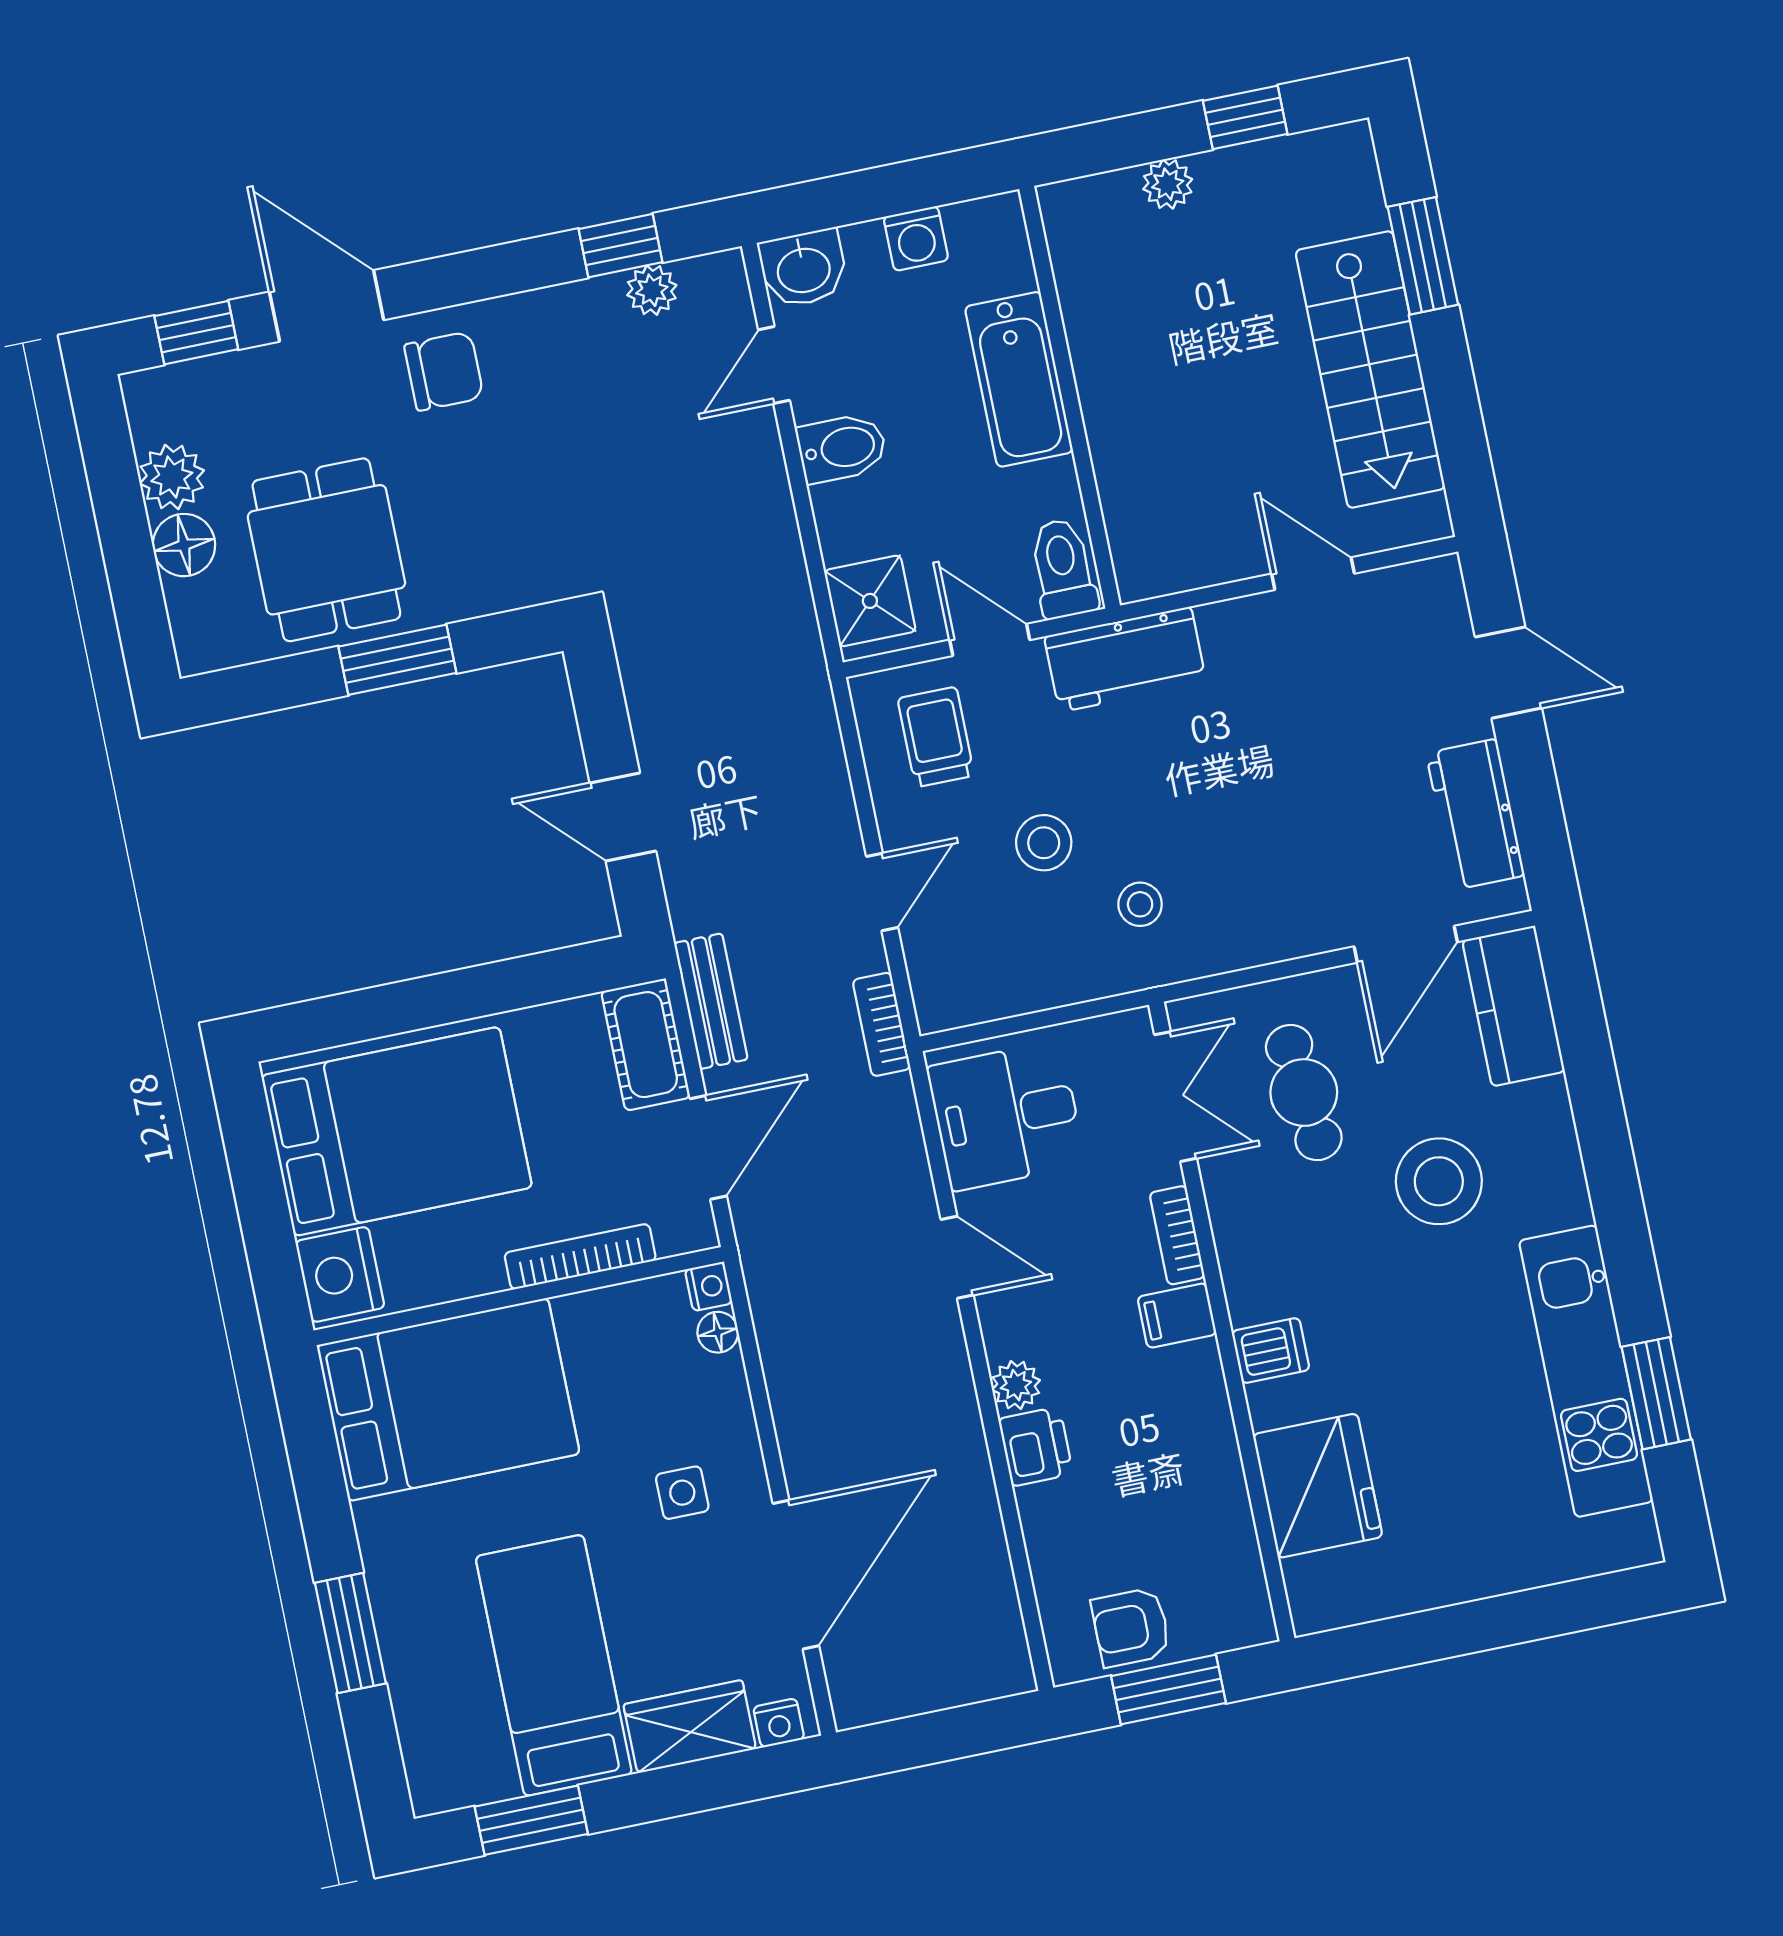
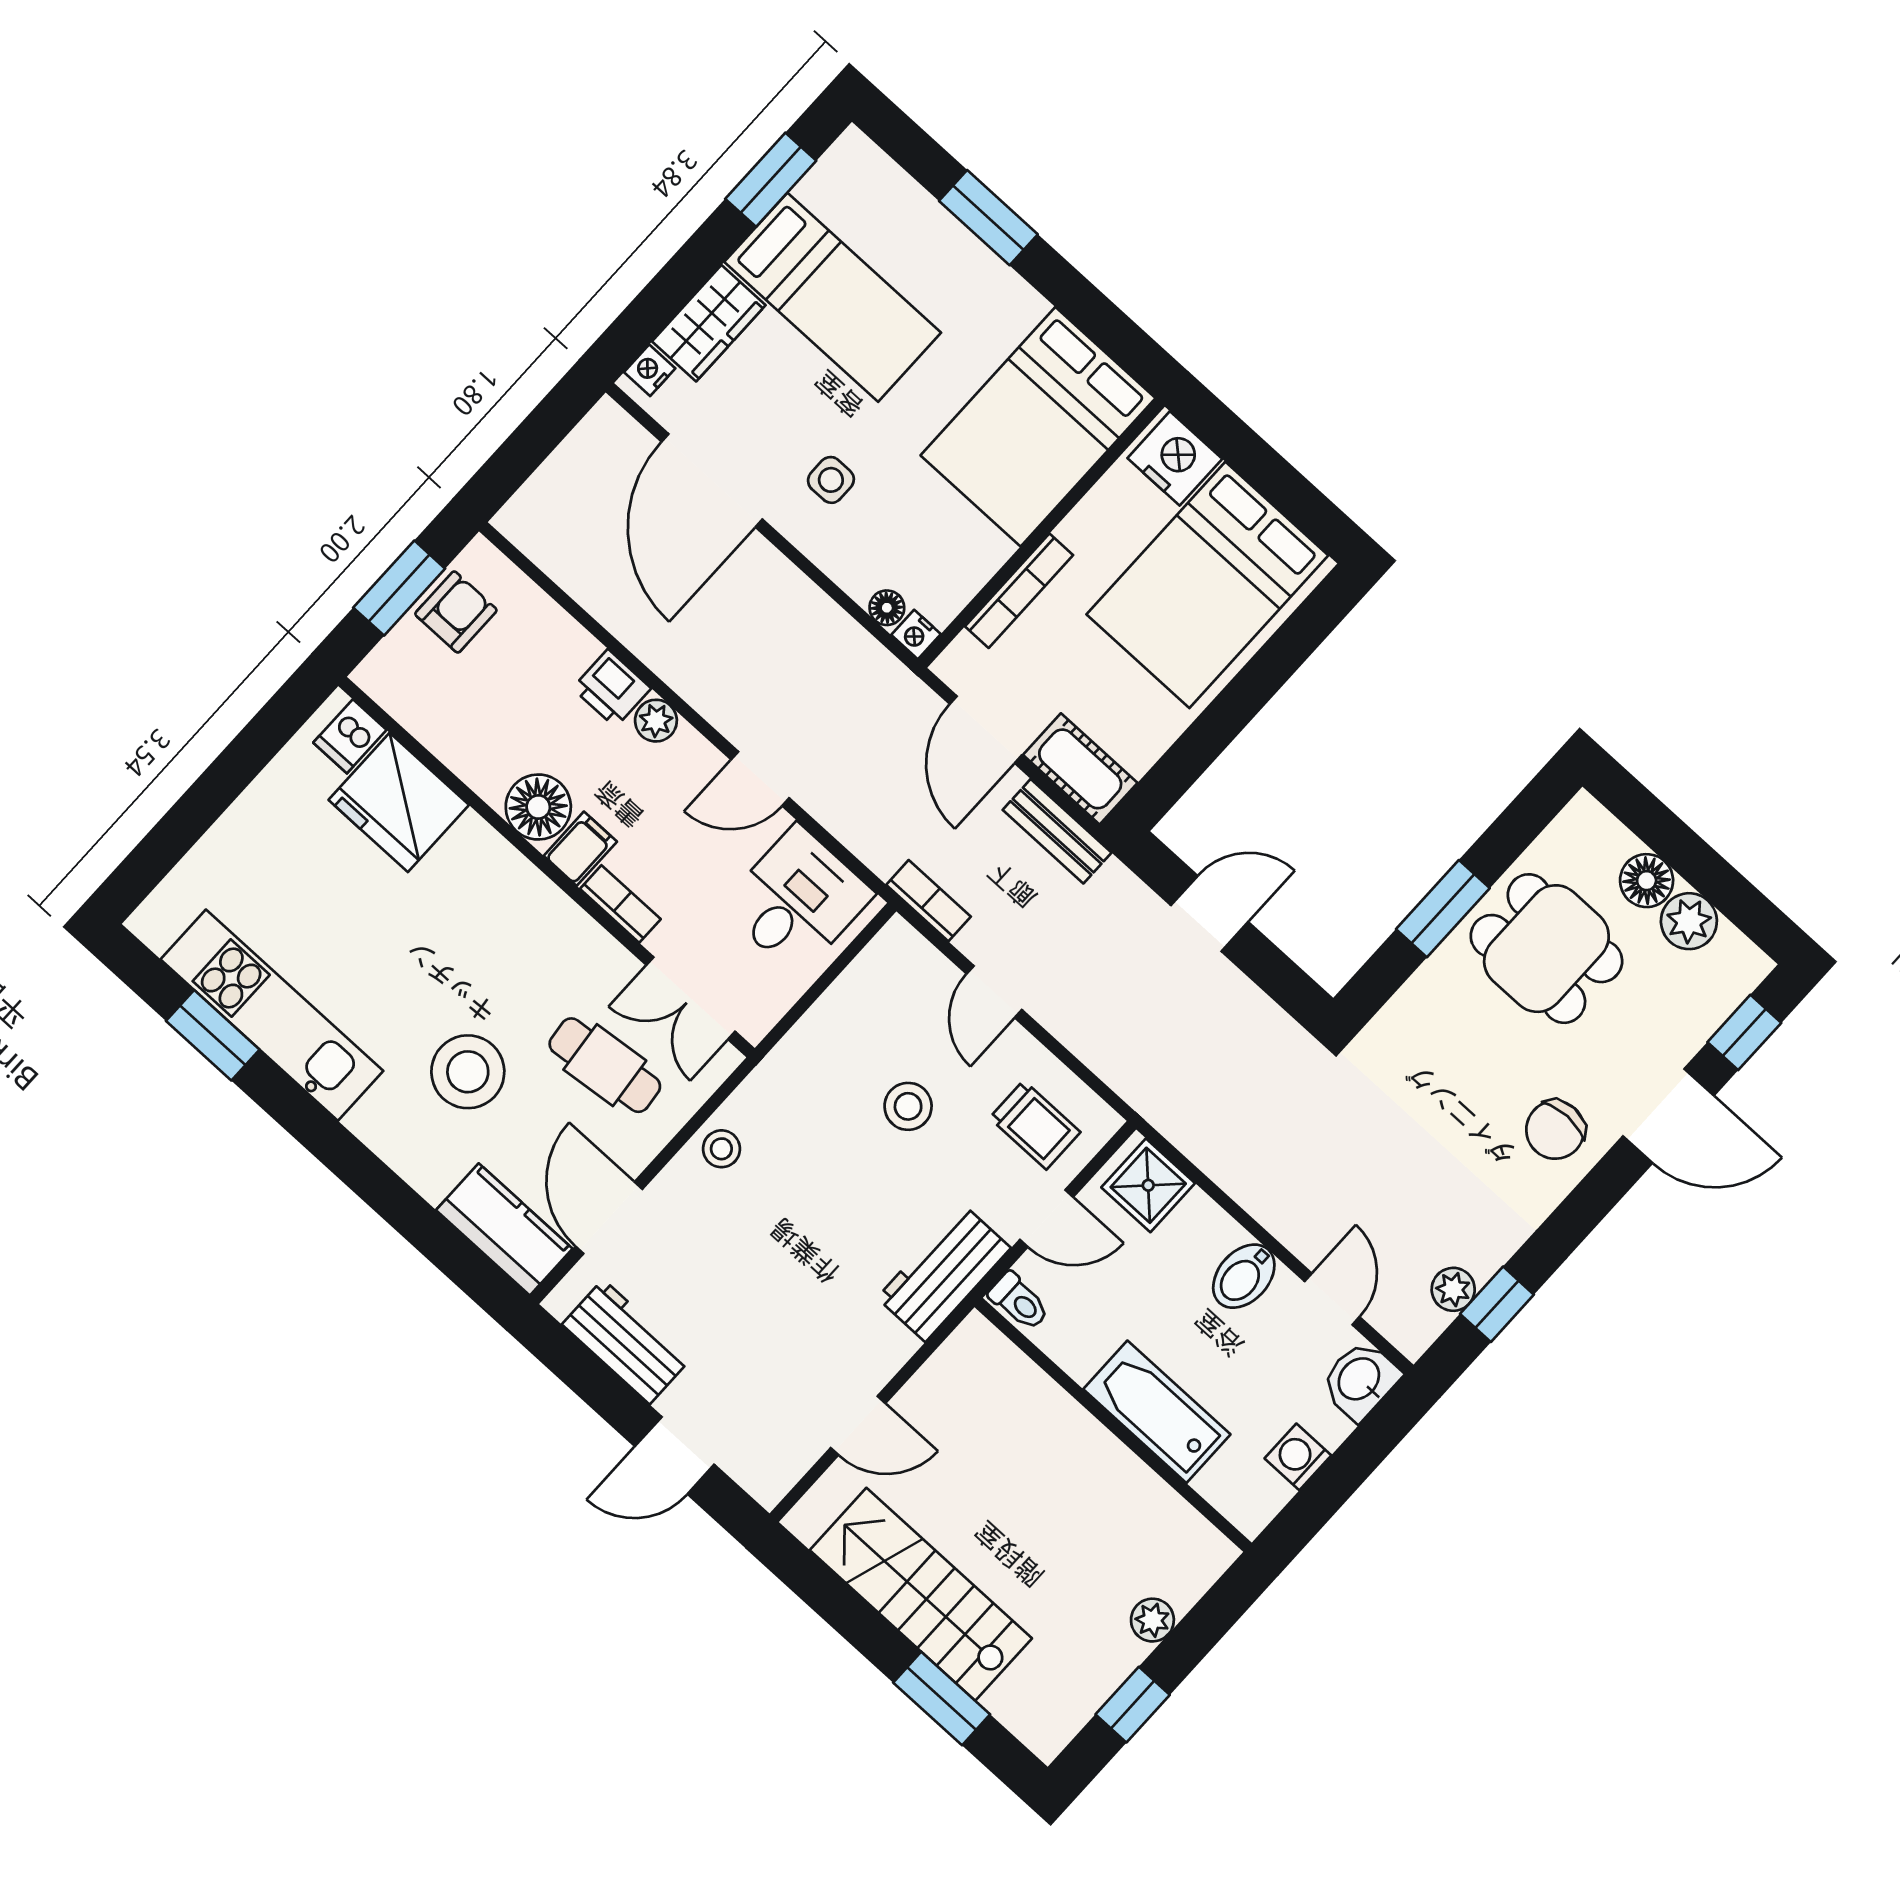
toilet: (1063, 568) -> (1019, 1301), width x0.73, depth x0.72
stool: (1140, 904) -> (721, 1149), moved
dishwasher: (1271, 1351) -> (350, 736), moved
floor lamp: (1188, 1384) -> (538, 807), added

